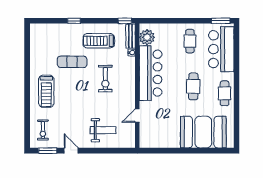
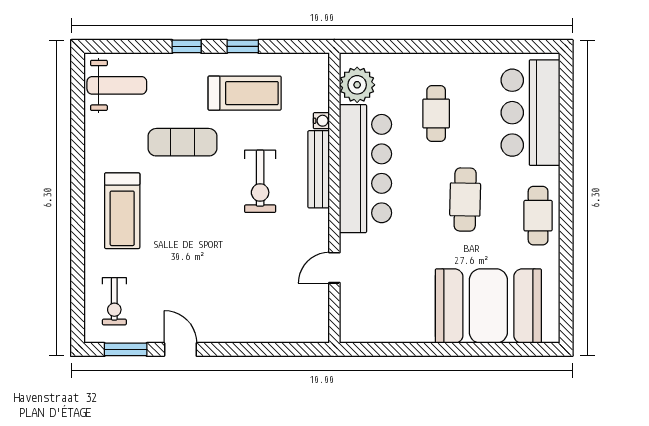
window: (125, 21) -> (243, 46), moved
window: (221, 21) -> (529, 46), removed
bench: (130, 36) -> (319, 169), moved, width x1.36
treadmill: (99, 41) -> (245, 93), turned 180
cafe table: (190, 41) -> (436, 113), moved
weight bench: (103, 130) -> (117, 85), moved

